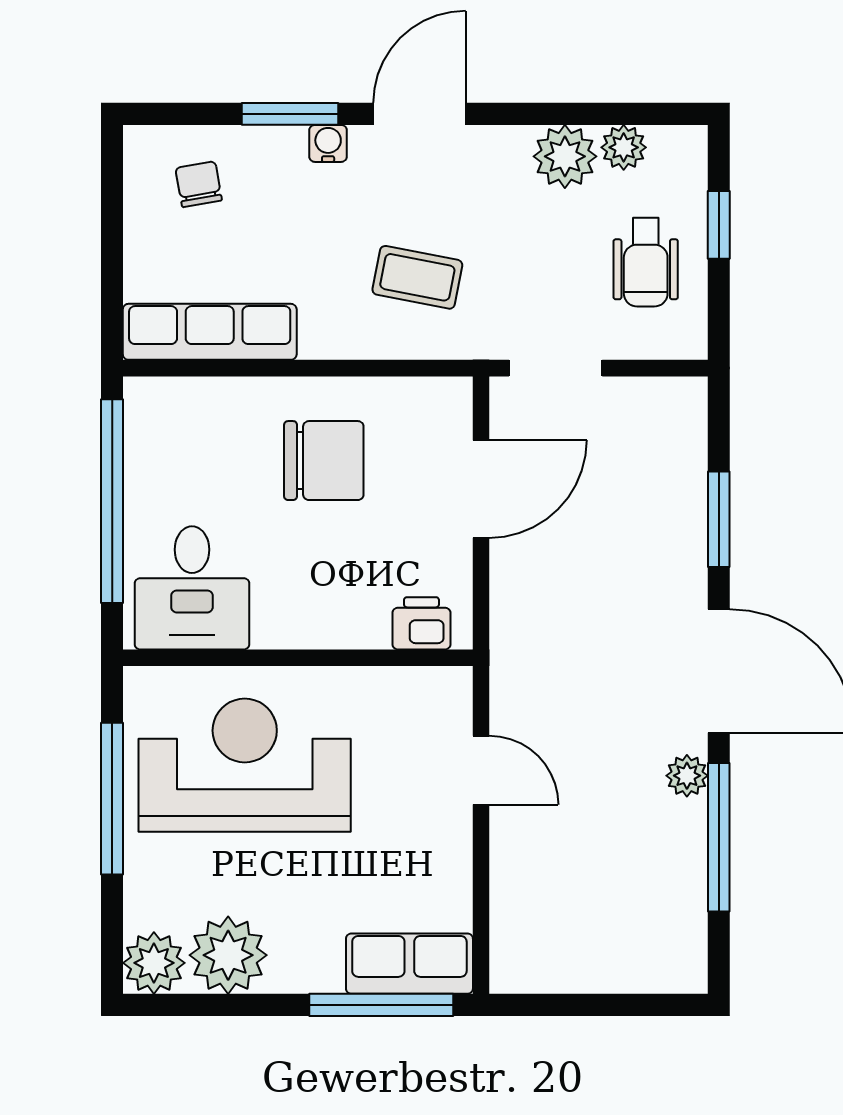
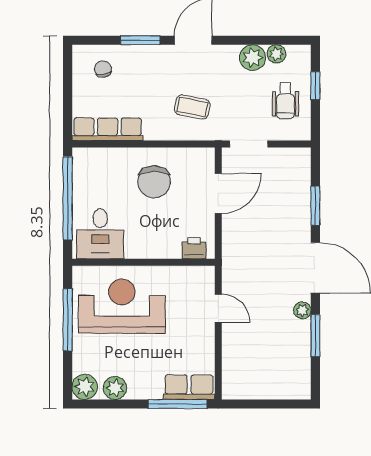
water cooler: (328, 143) -> (156, 52), removed
chair: (324, 461) -> (154, 182), turned 90
window: (719, 837) -> (315, 336), width x0.69
plant: (228, 955) -> (115, 388), width x0.73, depth x0.73

